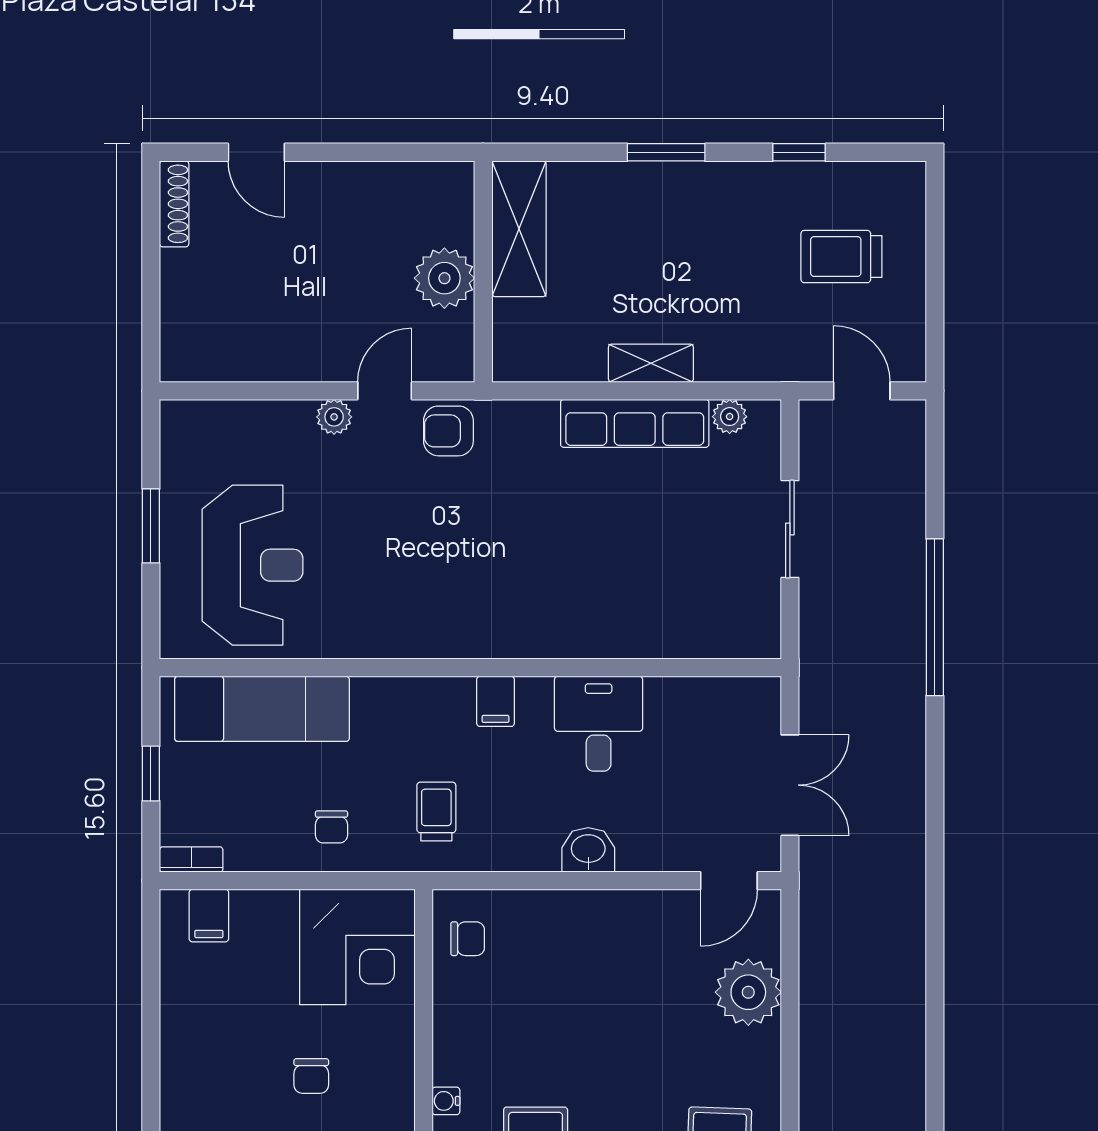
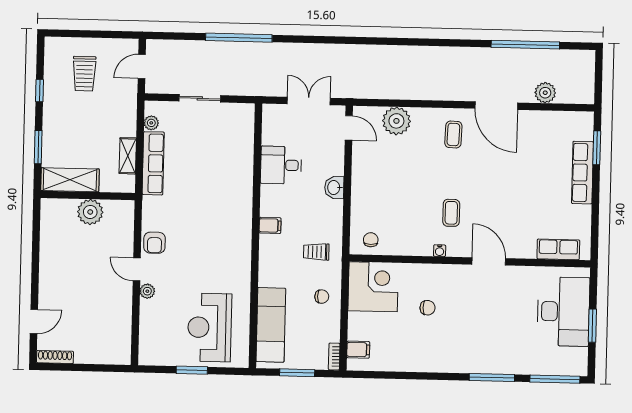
shelving: (519, 229) -> (70, 180), moved
wall: (483, 272) -> (88, 195), moved
plant: (444, 278) -> (90, 212), moved
reception desk: (253, 565) -> (210, 327), turned -90
desk: (599, 724) -> (281, 165), moved
window: (151, 773) -> (297, 373), width x1.50

